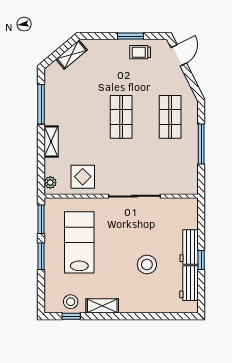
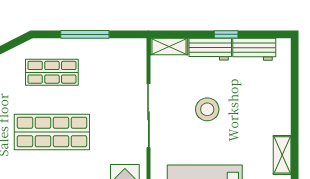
shop shelf: (121, 117) -> (52, 132), width x1.43, depth x1.36
shelving: (191, 213) -> (169, 47), added
stool: (147, 265) -> (207, 109), moved

